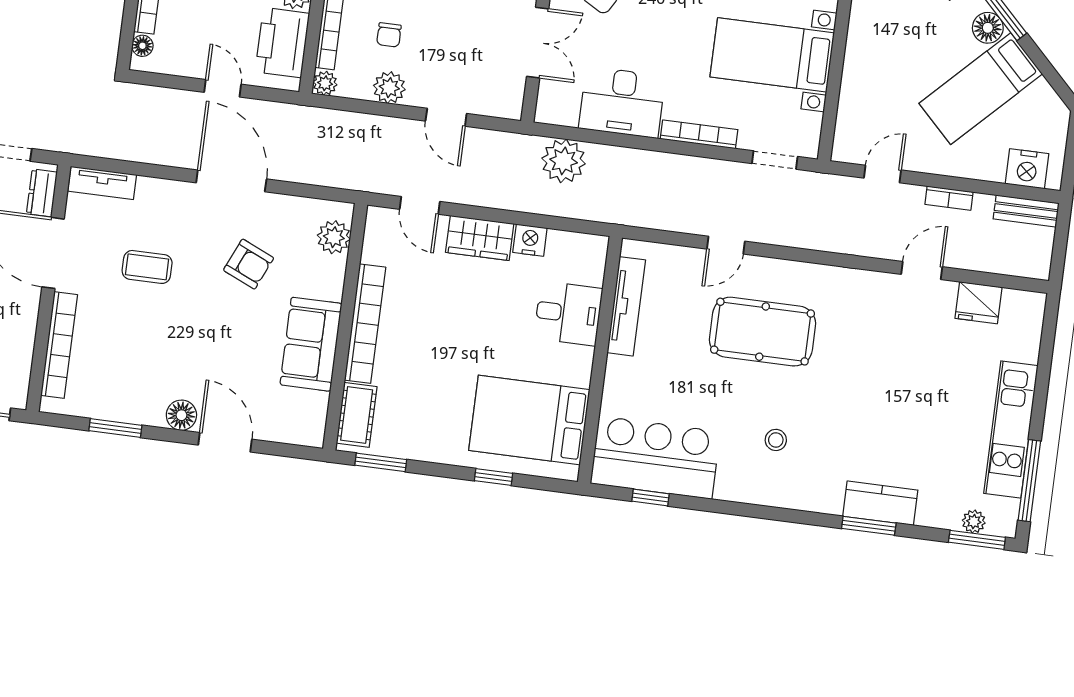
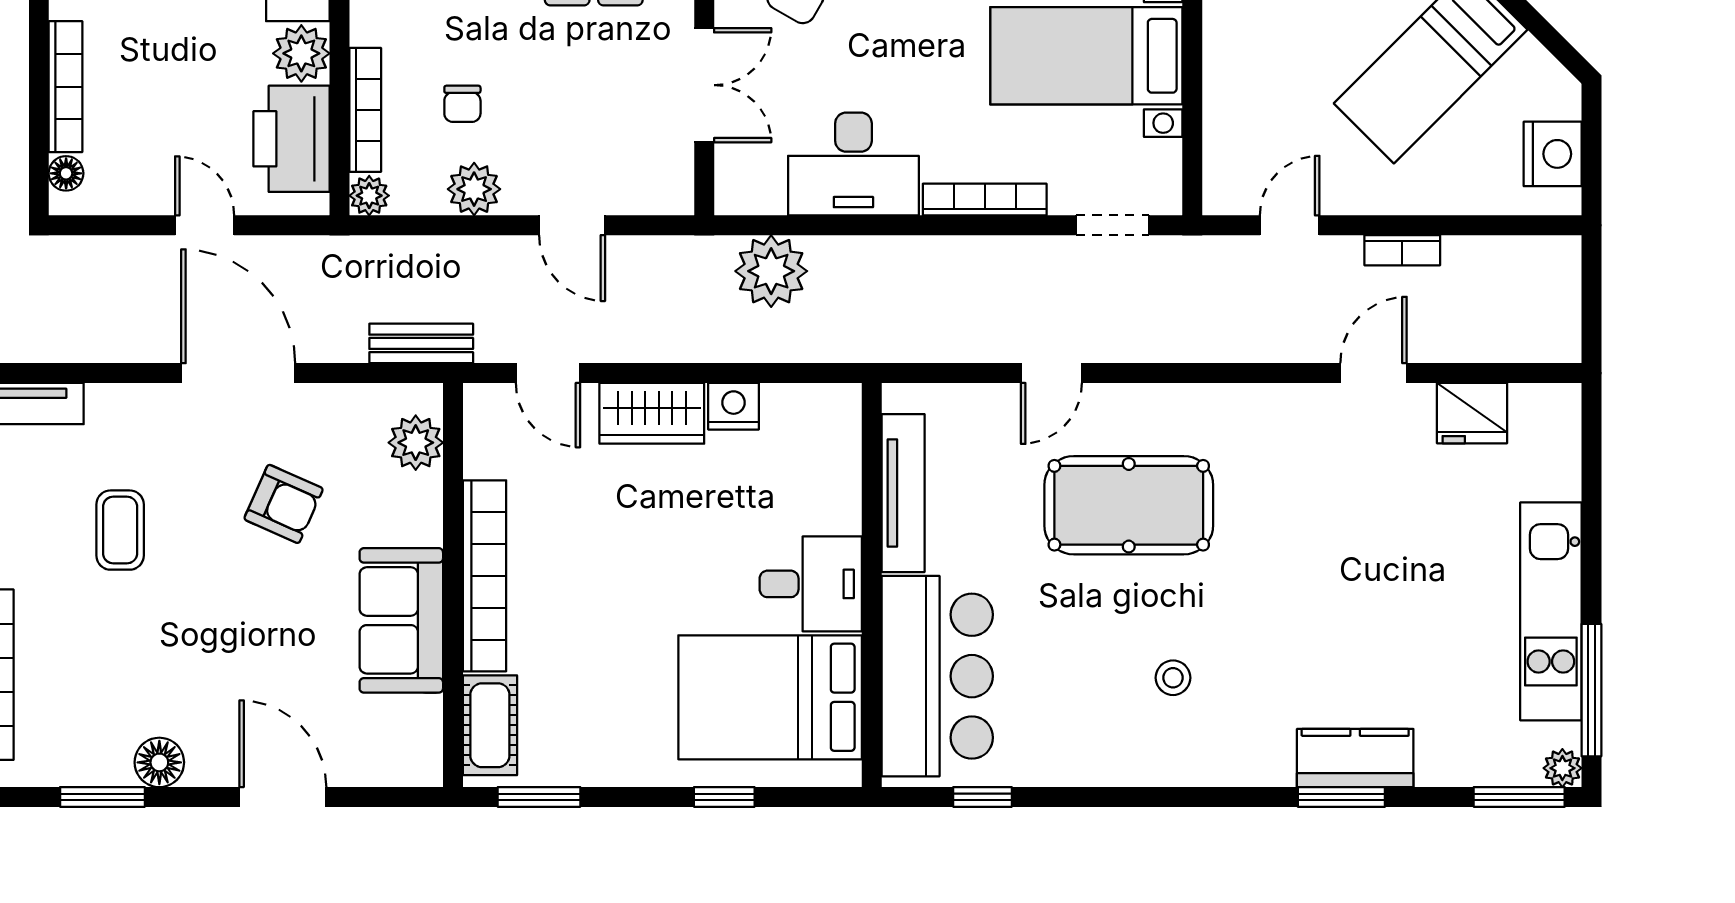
nightstand: (1027, 169) -> (1553, 154), moved, turned -90
bench: (1026, 211) -> (421, 343), moved
coffee table: (147, 267) -> (120, 530), turned 90
desk: (568, 313) -> (811, 584), moved
floor lamp: (181, 415) -> (159, 762), moved
bar counter: (655, 458) -> (937, 676), moved, turned 90
plant: (974, 522) -> (1562, 768), moved

